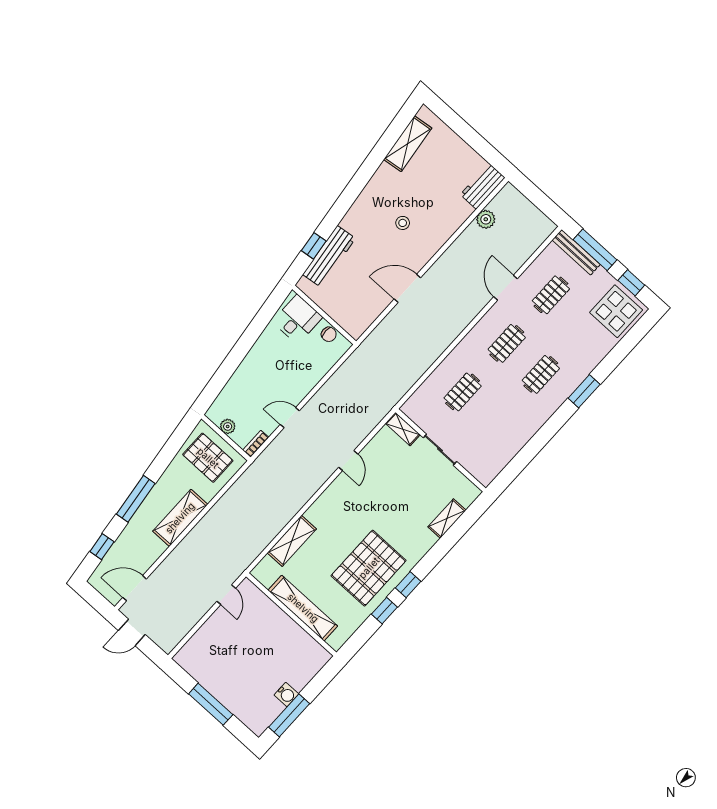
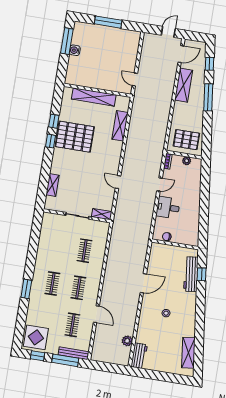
desk: (297, 319) -> (168, 208), moved, turned 90
shelving: (180, 518) -> (184, 85), moved
pallet: (369, 568) -> (75, 137), turned 90

